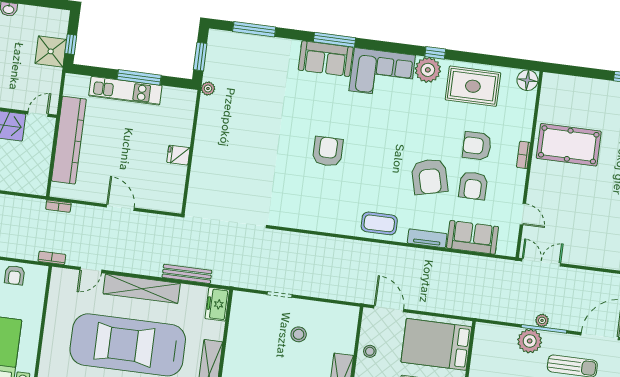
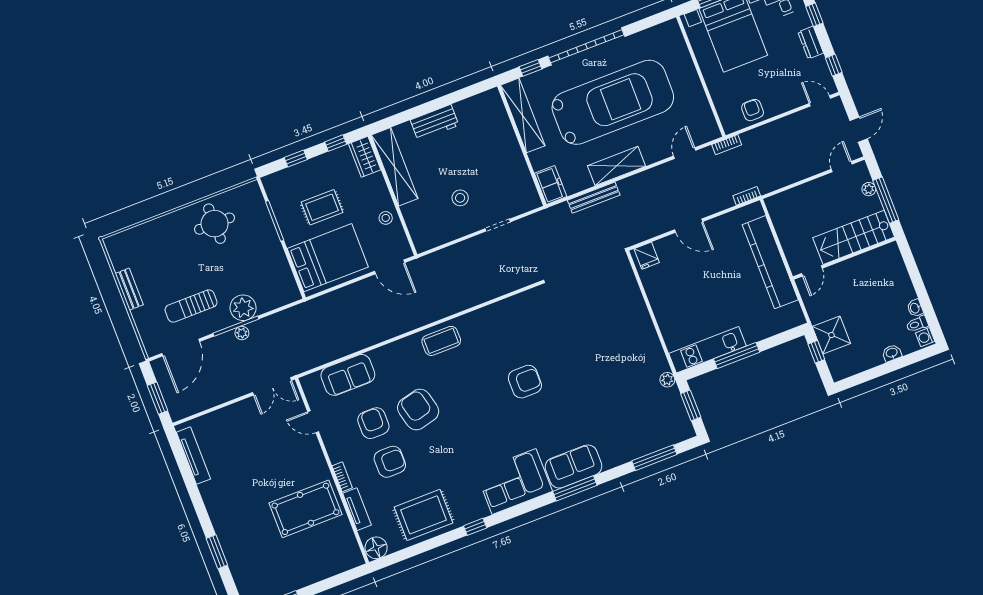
plant: (428, 70) -> (473, 507), removed
kitchen unit: (125, 91) -> (708, 350), moved
armchair: (328, 152) -> (525, 382), turned -90
fridge: (178, 155) -> (647, 256), moved, turned 90
tv unit: (427, 238) -> (357, 509), moved, turned -90
shelving: (142, 289) -> (616, 166), width x0.68

